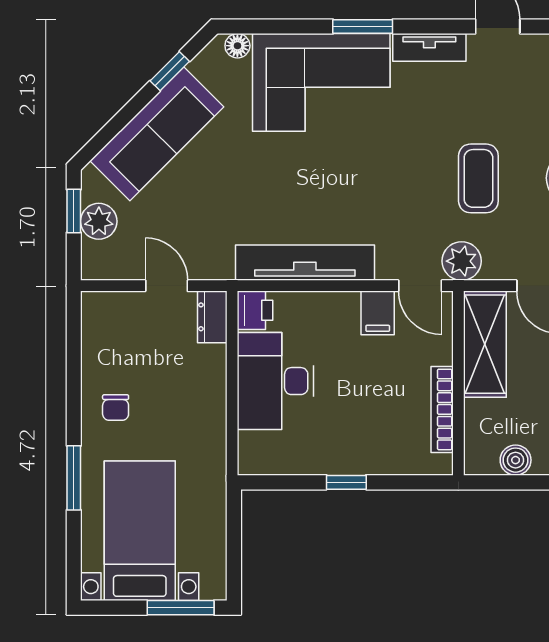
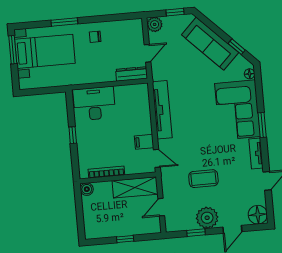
plant: (99, 221) -> (155, 24), moved
plant: (462, 261) -> (169, 175), removed
door: (420, 286) -> (157, 158), swing flipped
printer: (255, 310) -> (141, 91), removed
dresser: (212, 317) -> (132, 74), width x1.44
desk: (276, 381) -> (94, 104), moved
boiler: (516, 460) -> (87, 189), moved
window: (181, 608) -> (13, 50), moved

